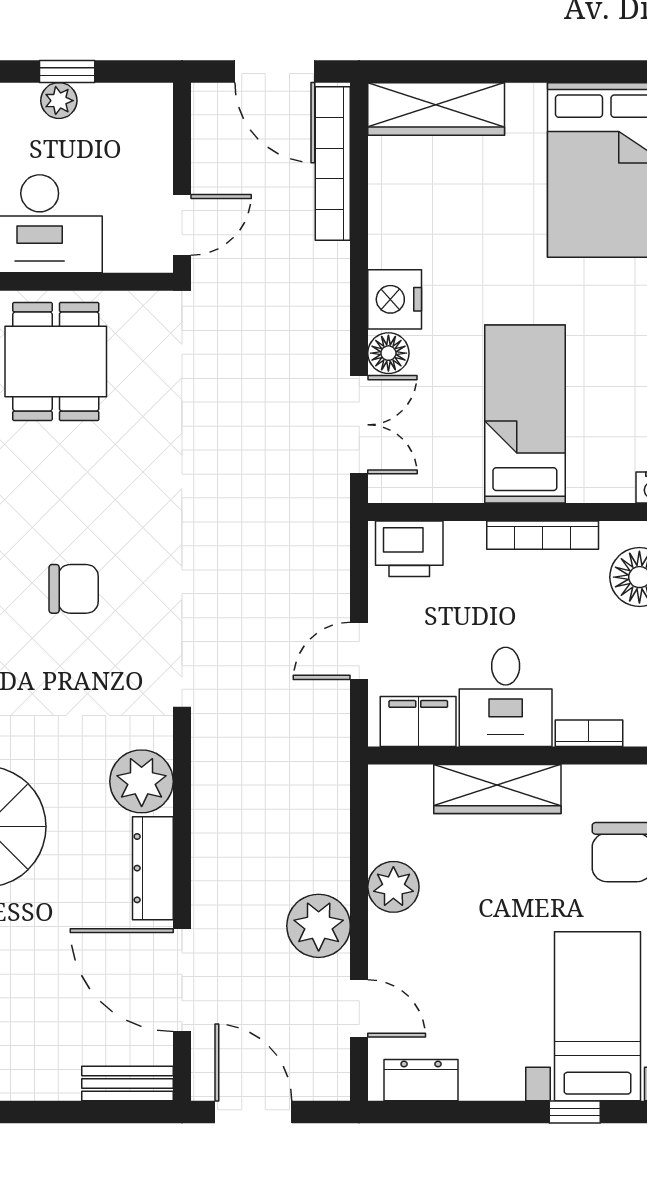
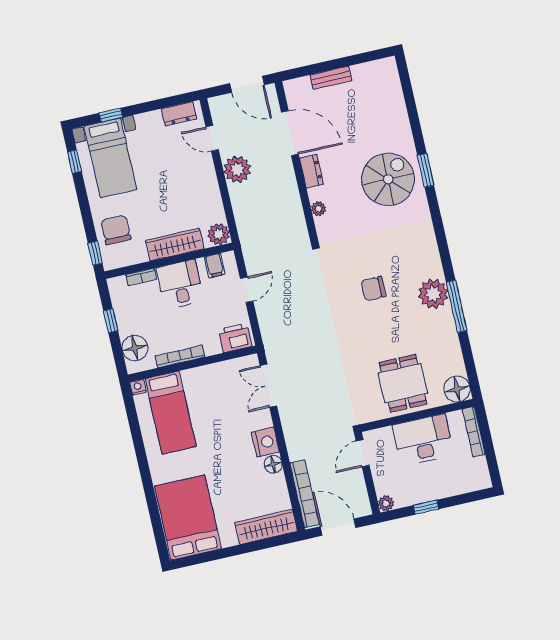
plant: (59, 101) -> (386, 503), moved
floor lamp: (388, 353) -> (273, 464), moved
bed: (525, 414) -> (171, 413), moved
filing cabinet: (418, 722) -> (215, 265), width x0.50
plant: (142, 781) -> (319, 209), width x0.53, depth x0.53
dresser: (153, 868) -> (312, 171), width x0.70
plant: (393, 887) -> (219, 234), moved
bench: (127, 1084) -> (331, 78), moved

